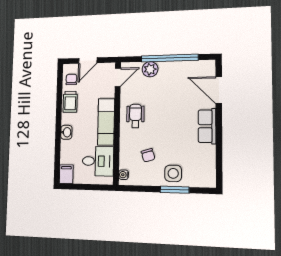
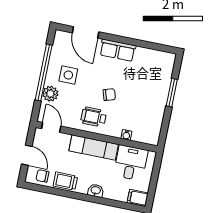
door: (219, 90) -> (86, 32), hinge flipped
trolley: (70, 102) -> (65, 181), turned 180
chair: (148, 155) -> (109, 95), moved
side table: (173, 173) -> (68, 75), moved
water cooler: (124, 175) -> (126, 135), moved

